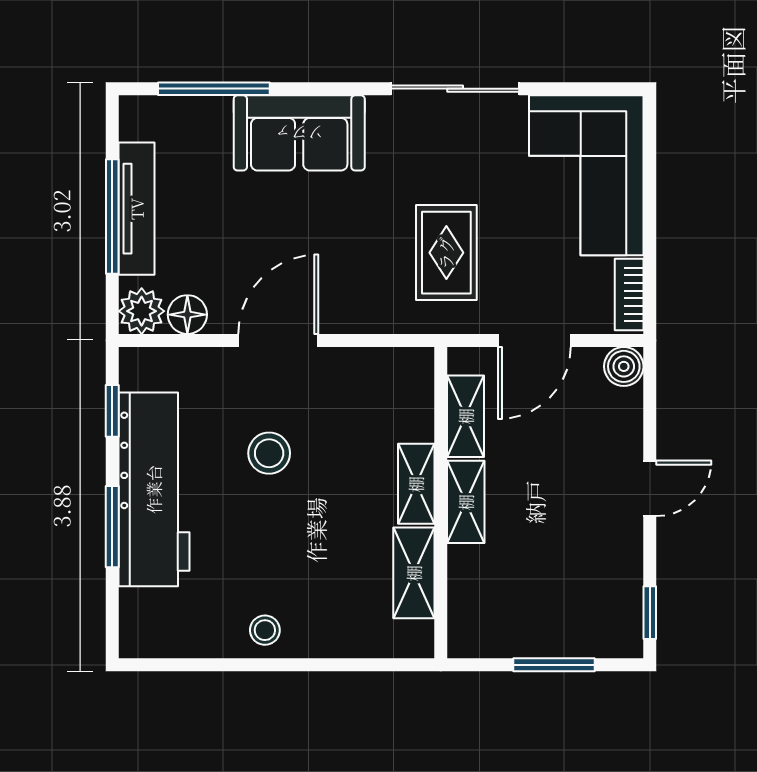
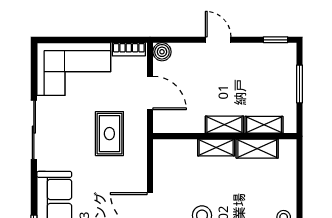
rug: (446, 253) -> (109, 134), turned 90
shelving: (466, 416) -> (264, 125), moved

